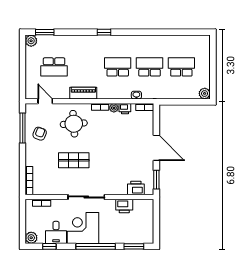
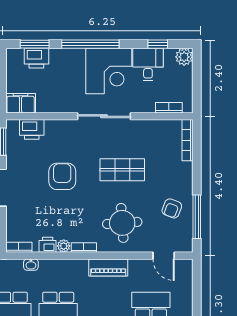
armchair: (115, 156) -> (62, 176), added
printer: (124, 206) -> (36, 58), moved, turned 180
filing cabinet: (143, 206) -> (21, 103), added

